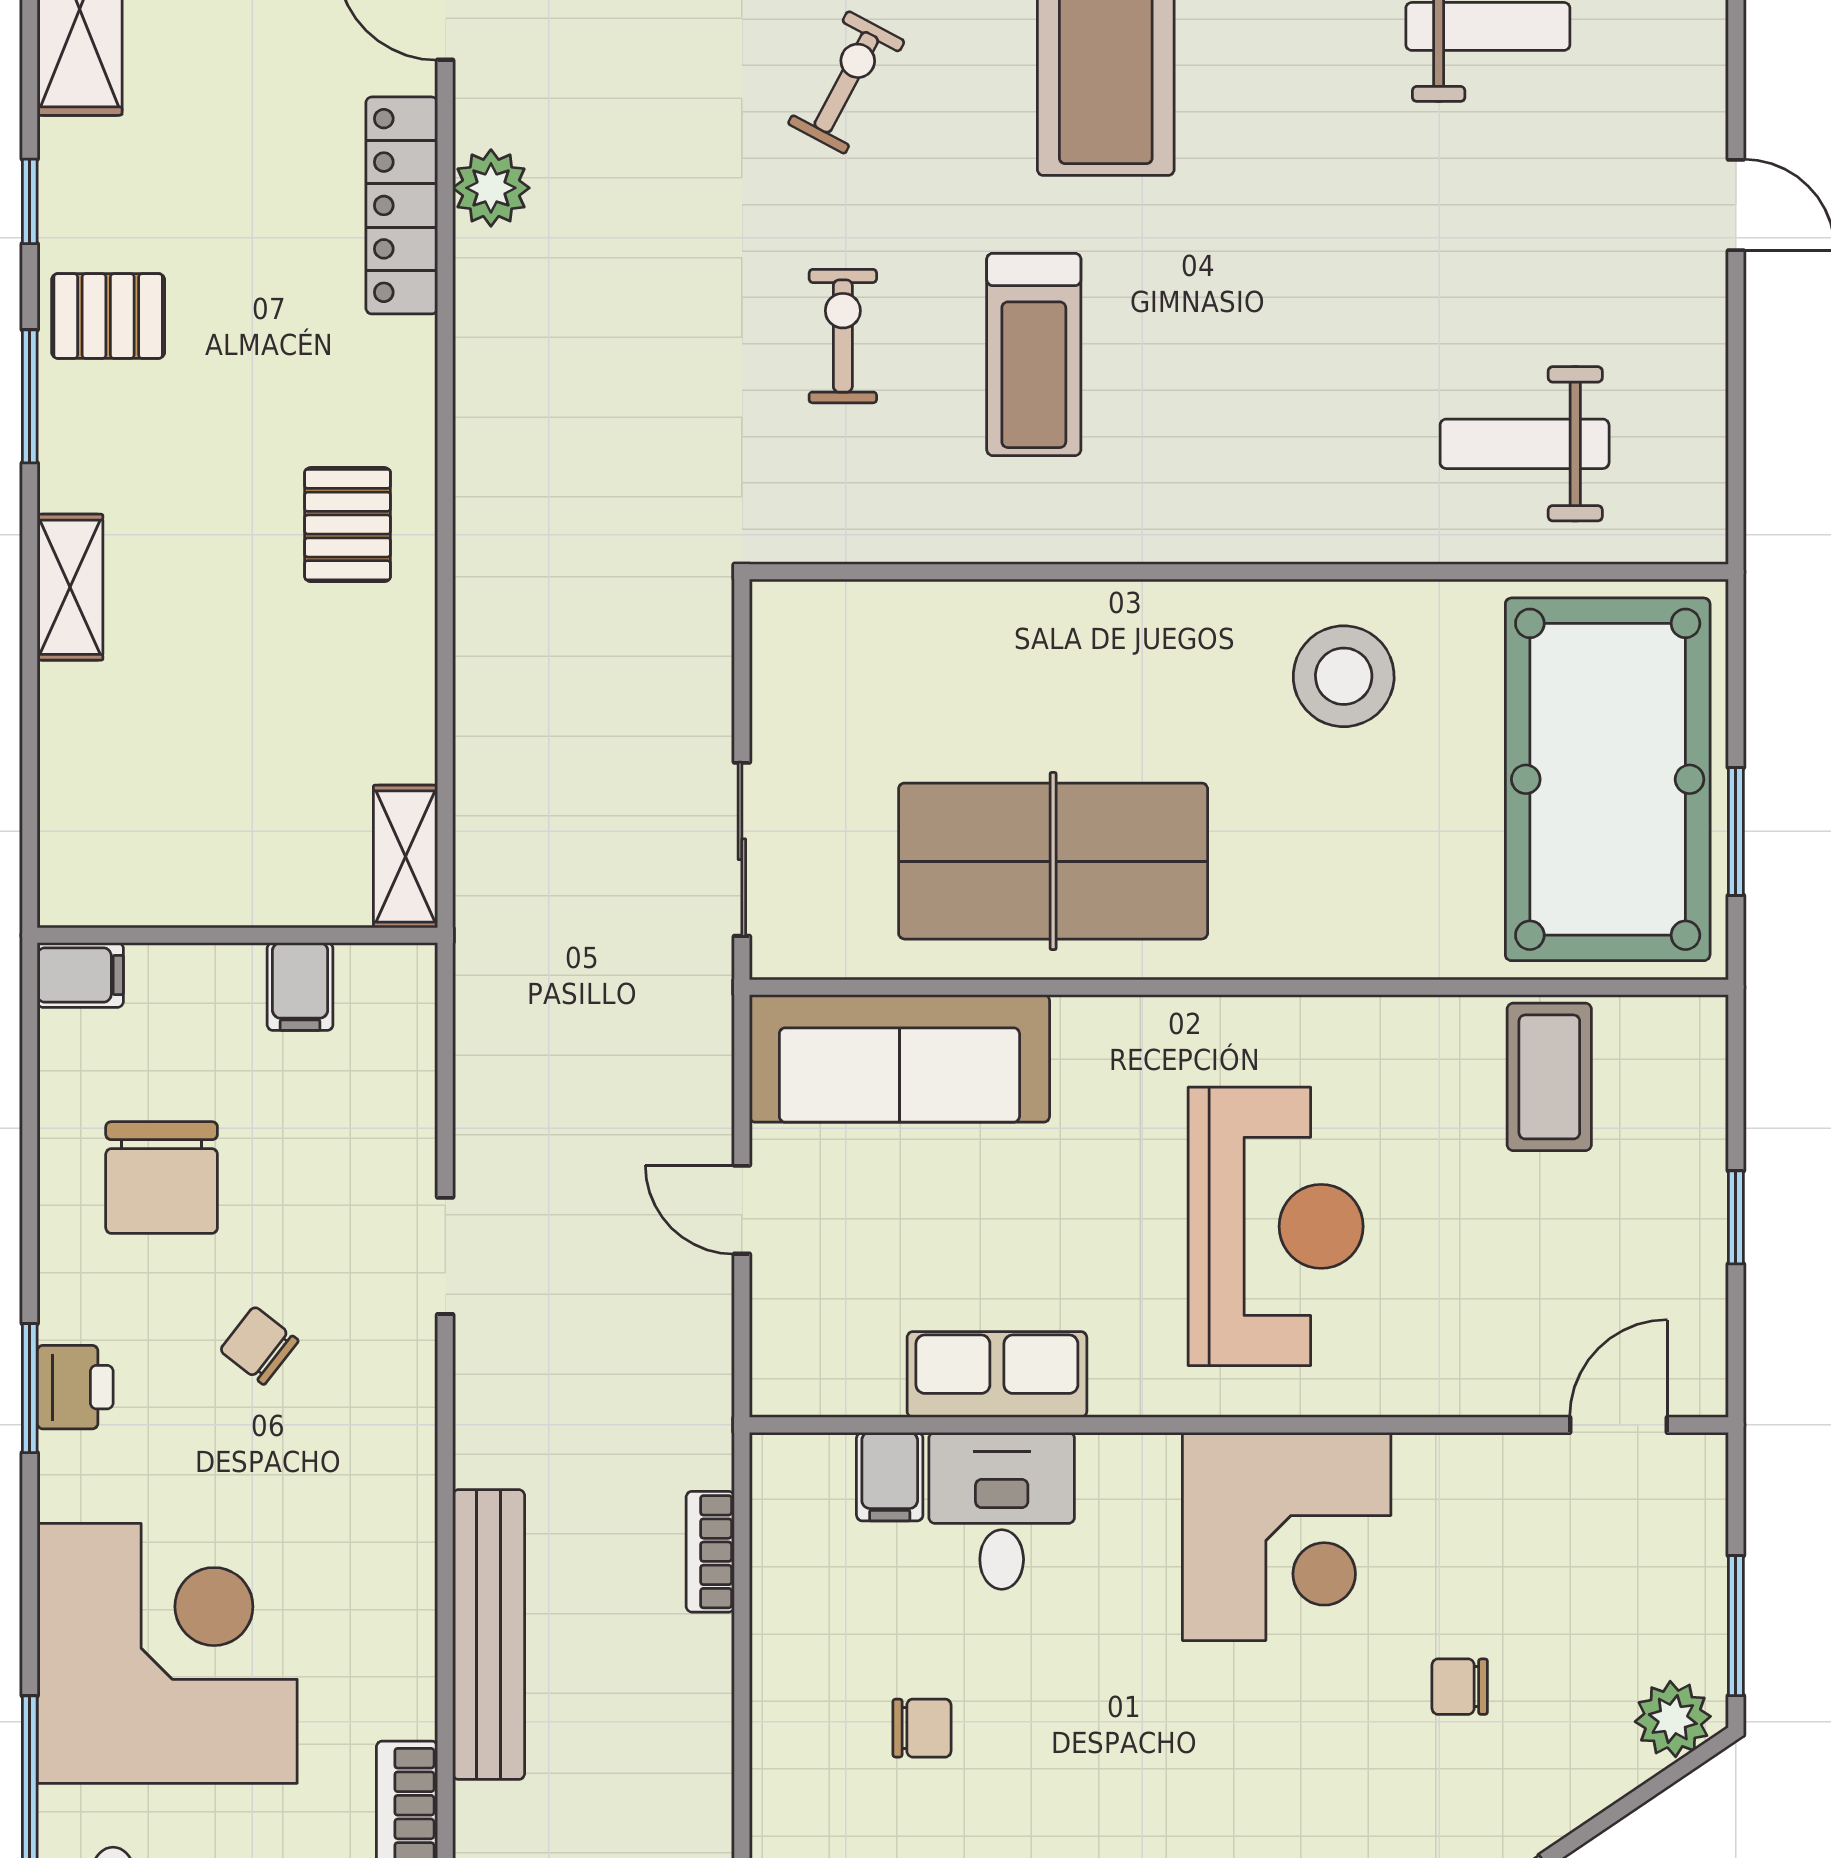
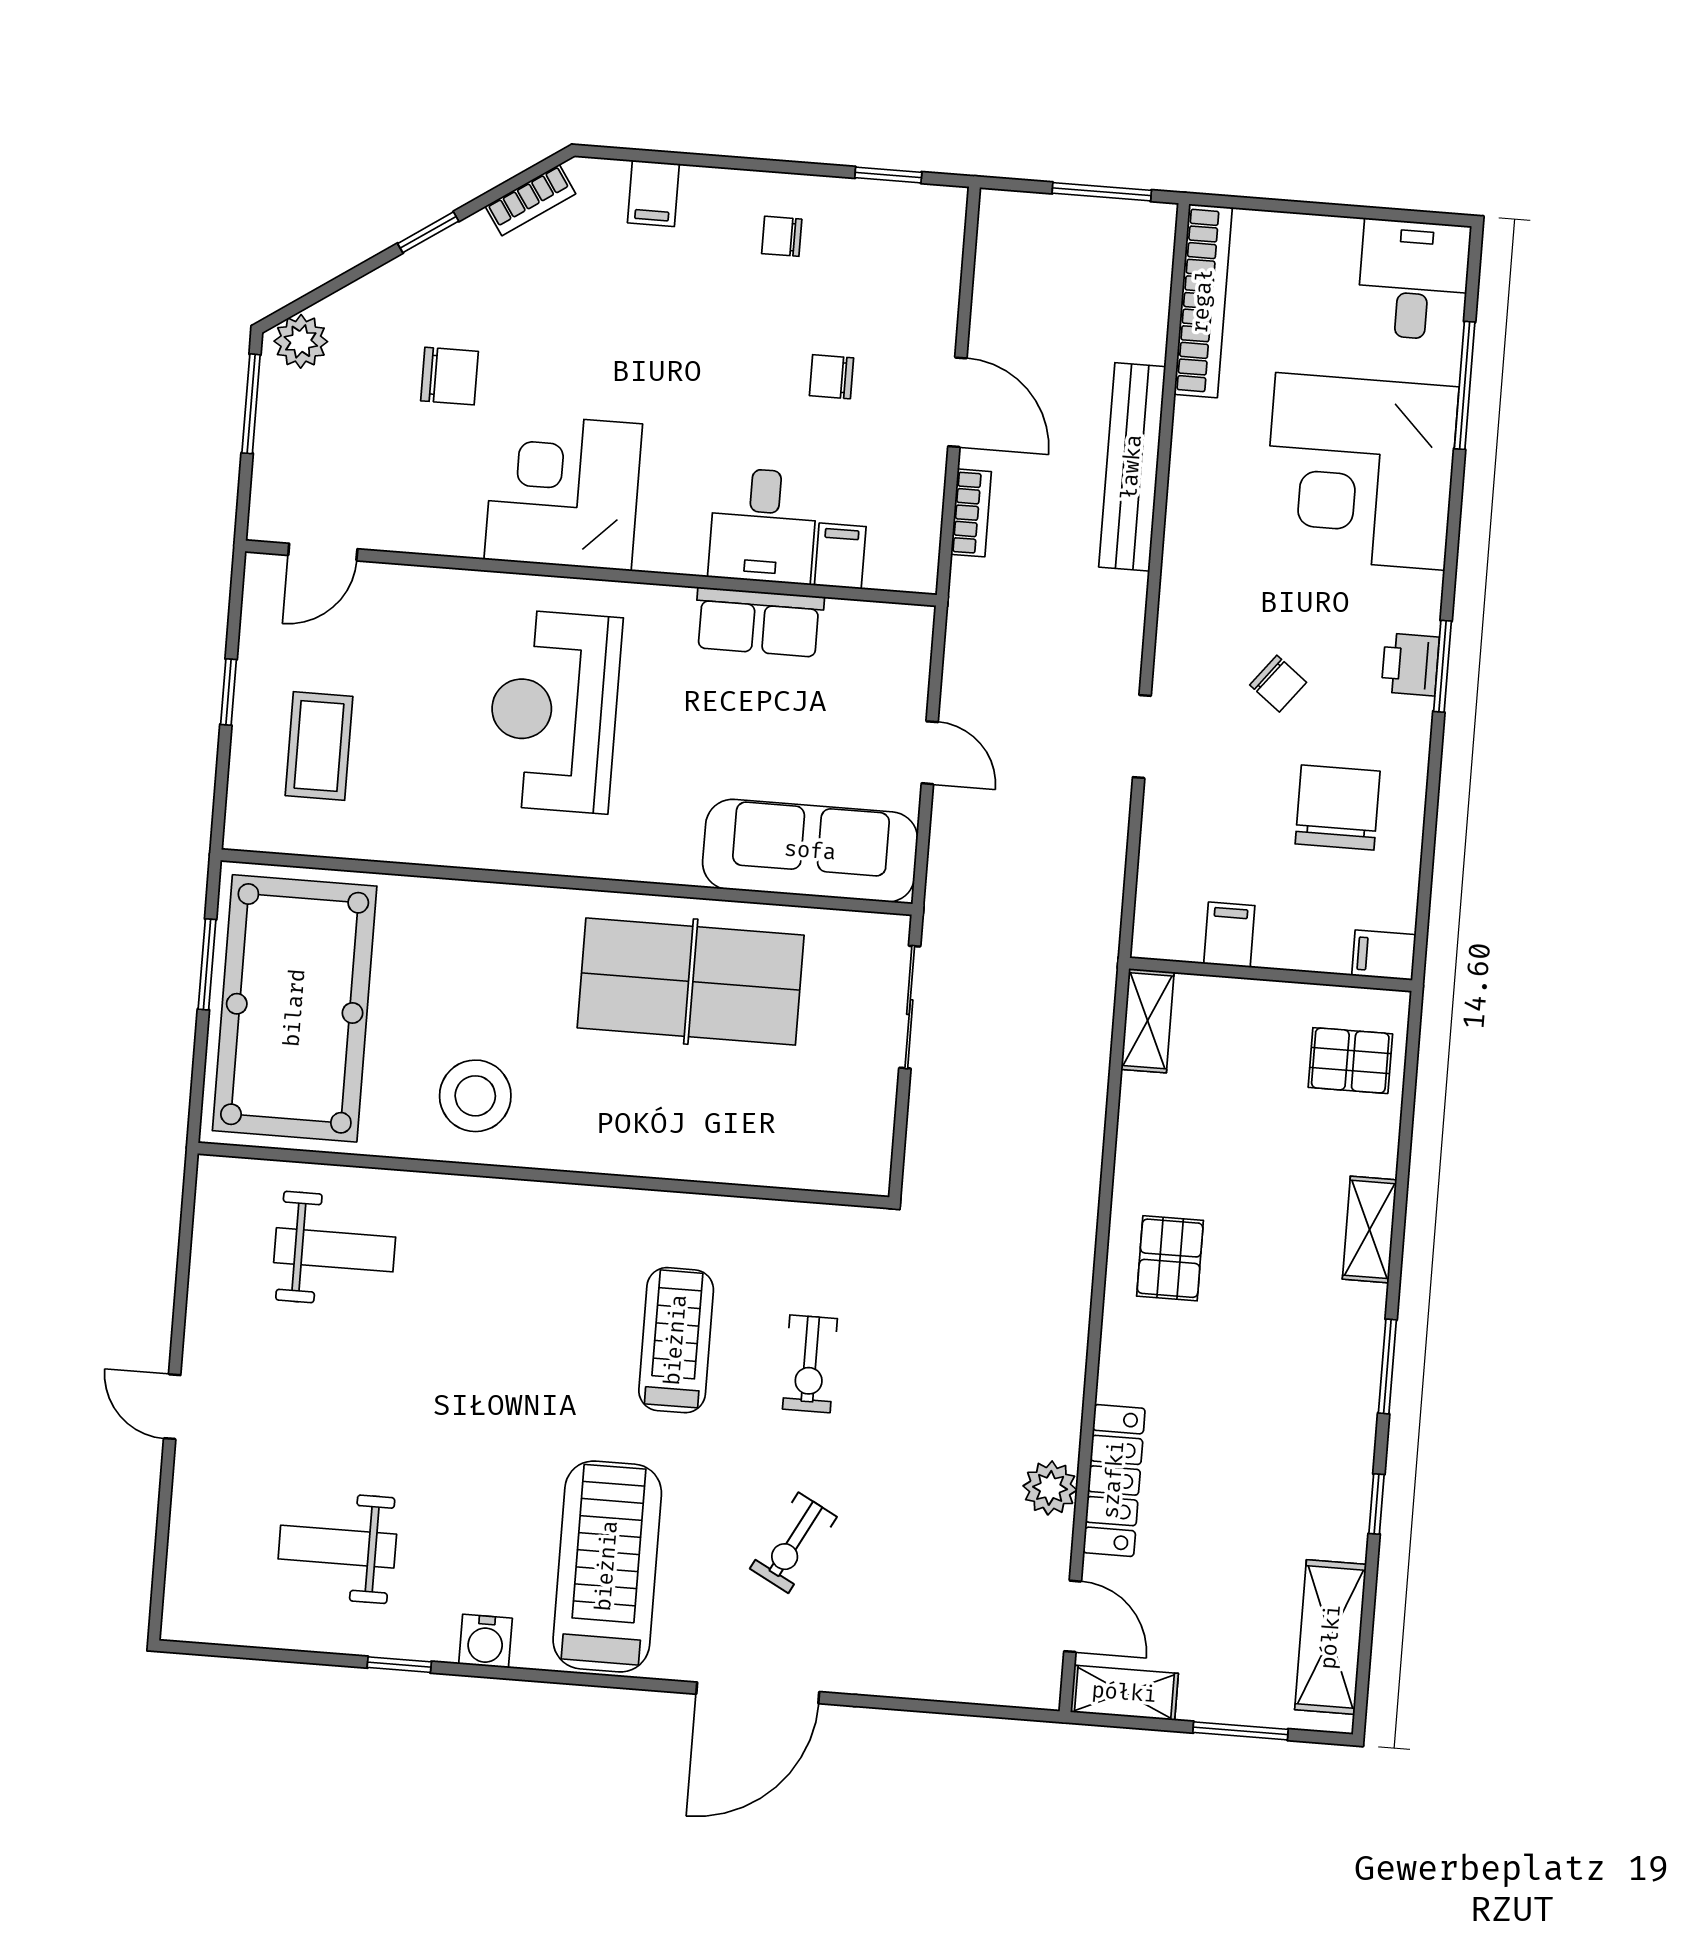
pallet: (108, 316) -> (1350, 1061), moved
coffee table: (1549, 1077) -> (319, 746), moved
chair: (1460, 1687) -> (449, 376), width x1.37, depth x1.37
door: (742, 1706) -> (957, 402), added

